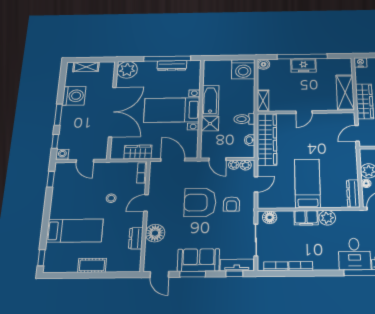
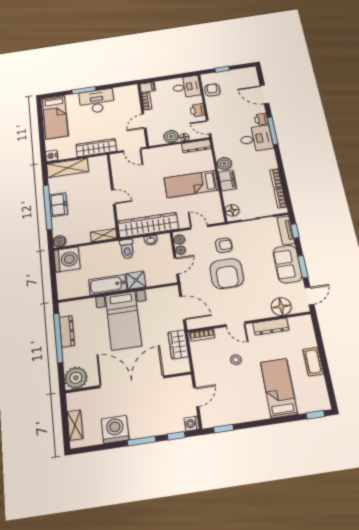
shelving: (345, 92) -> (68, 168), moved
door: (173, 160) -> (183, 308), swing flipped
floor lamp: (155, 233) -> (281, 307), moved
dresser: (136, 238) -> (271, 326), width x1.44

